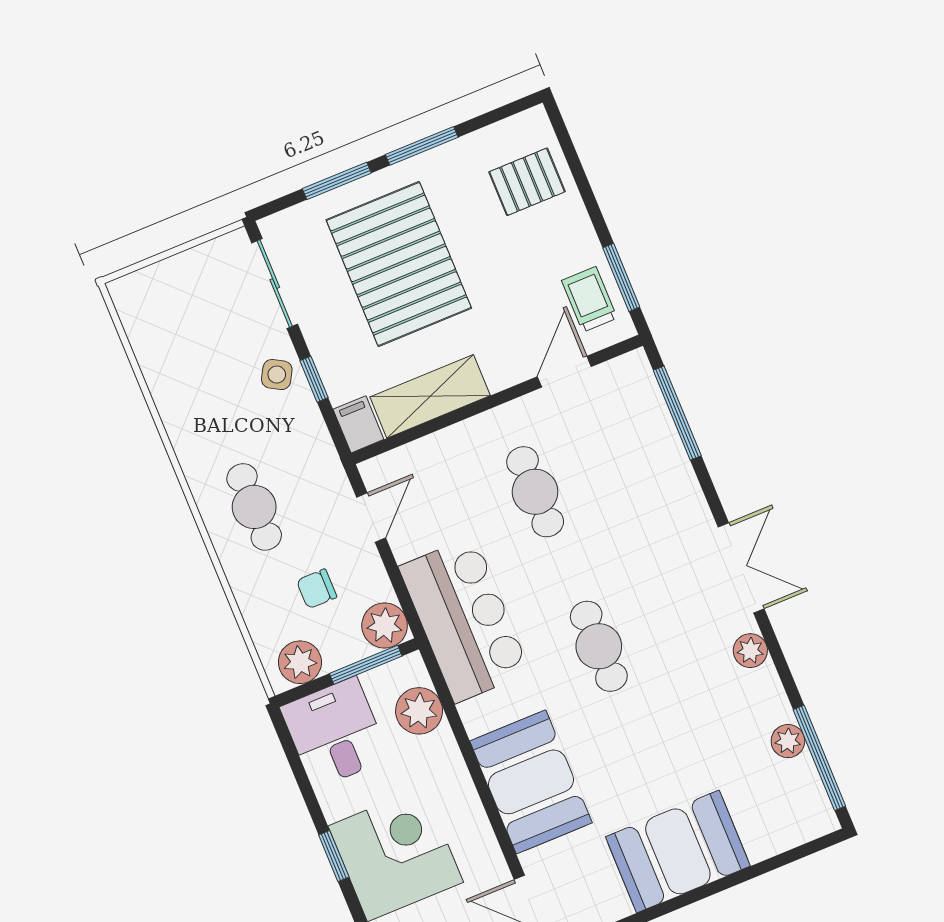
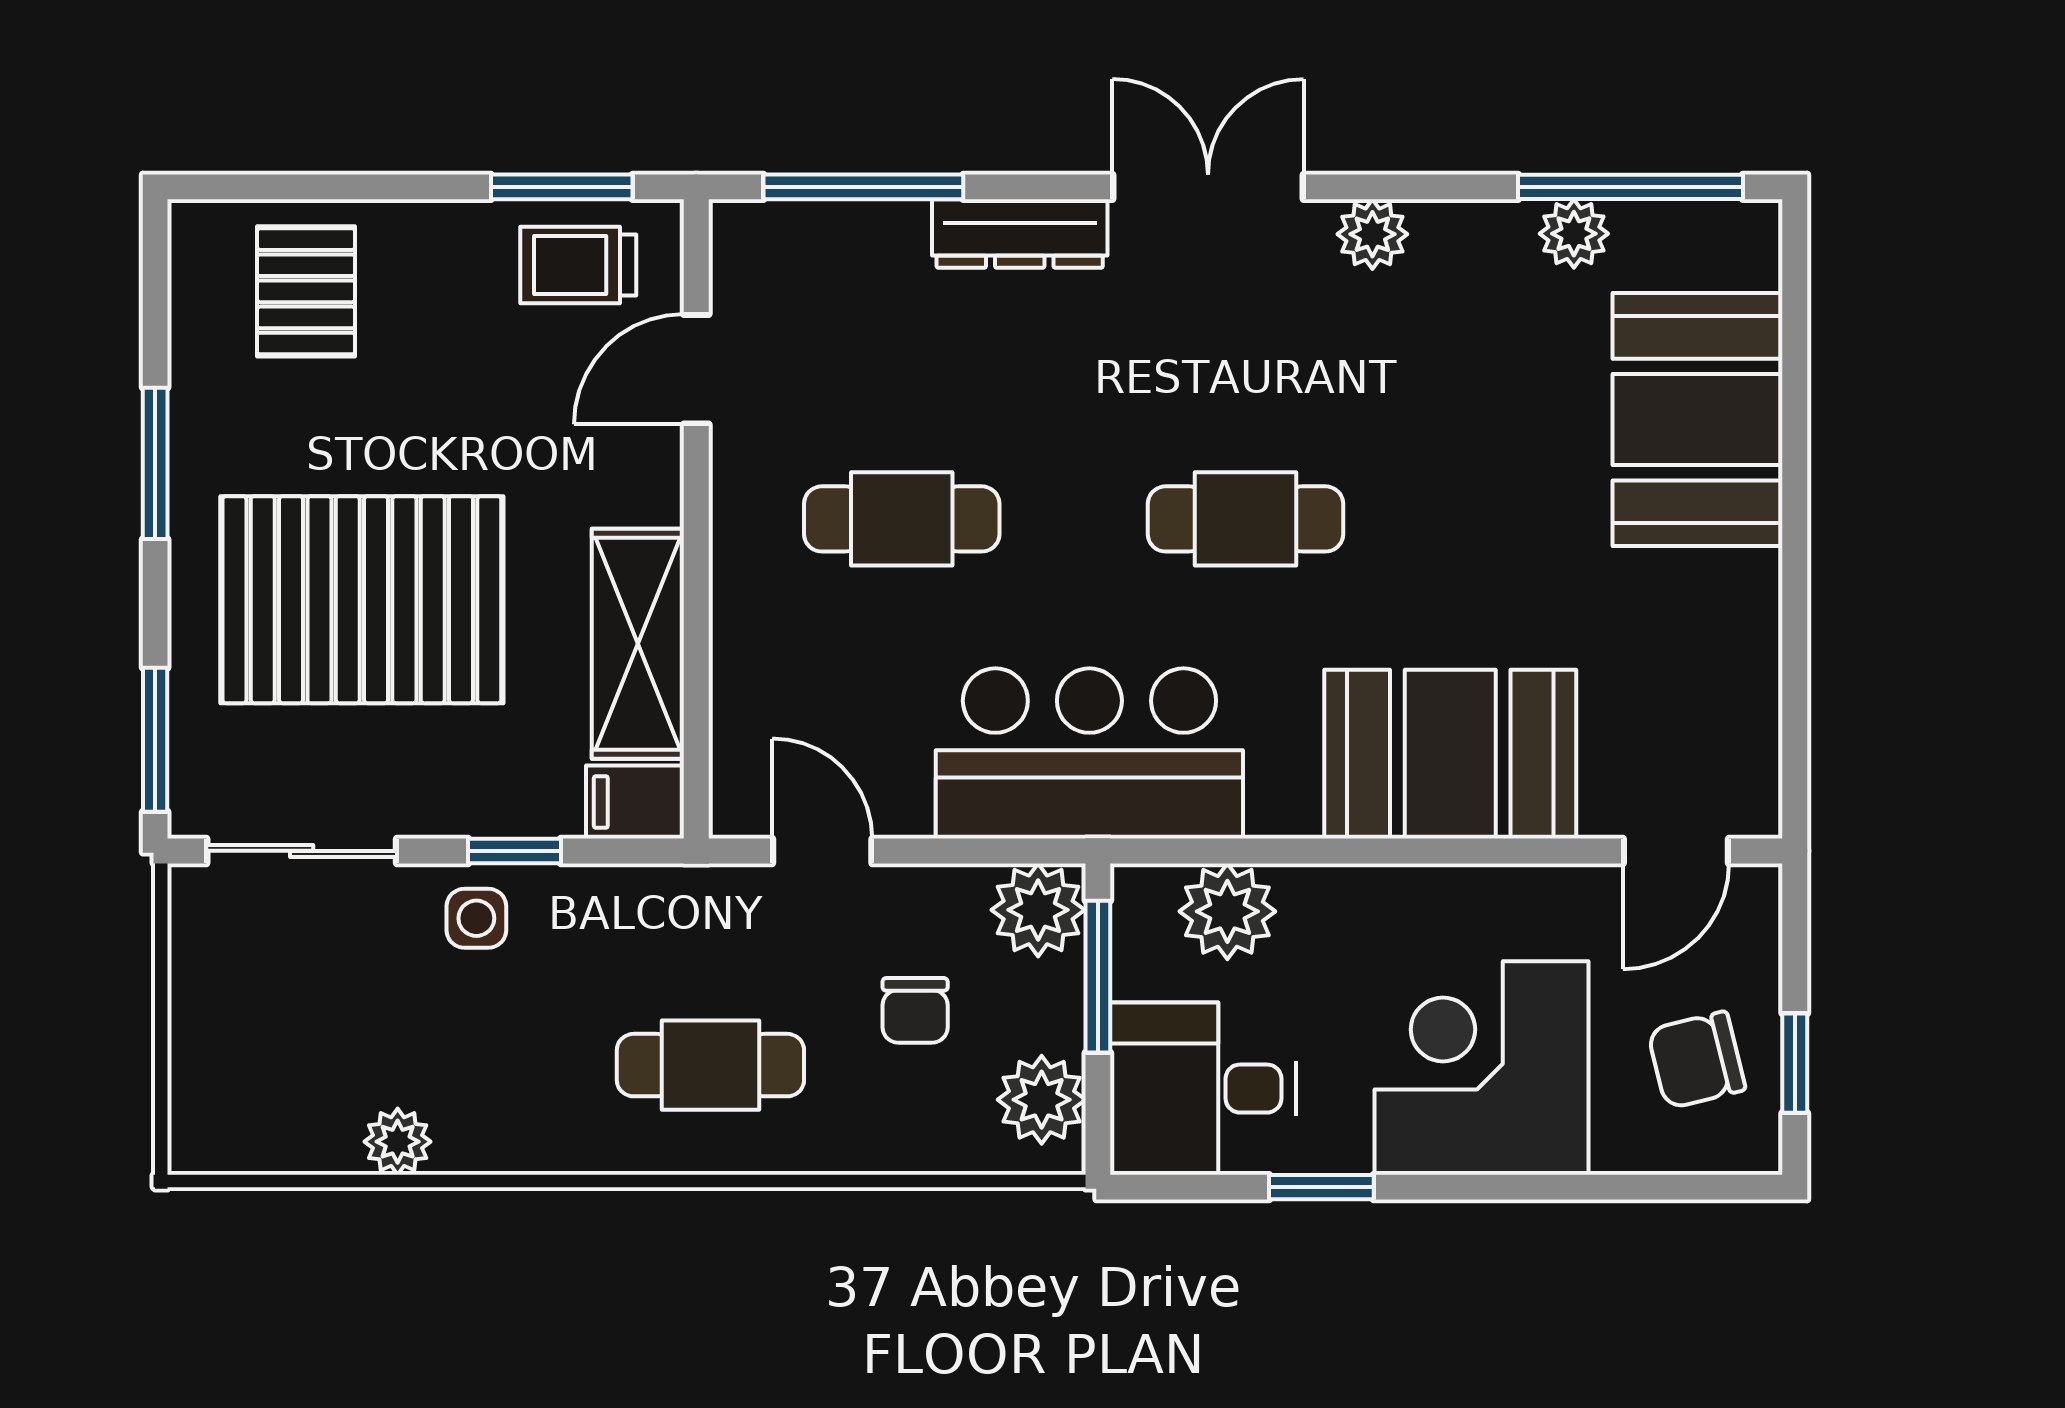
window: (337, 181) -> (155, 740), moved
door: (564, 372) -> (696, 369), hinge flipped
side table: (277, 375) -> (476, 918), turned -30
plant: (162, 380) -> (398, 1142), added
dresser: (685, 492) -> (1020, 234), added
booth: (678, 851) -> (1698, 420), moved
window: (334, 856) -> (1321, 1187), moved

